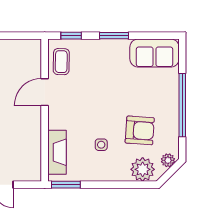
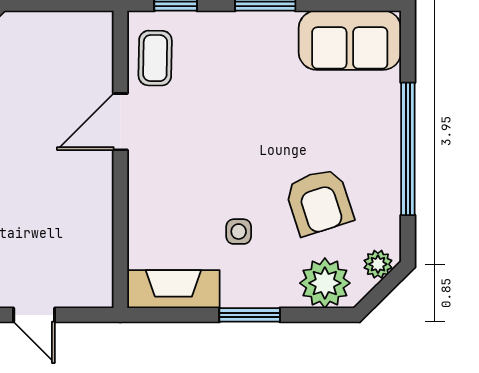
armchair: (140, 130) -> (319, 202), turned 68
fireplace: (57, 152) -> (173, 289), moved, turned -90
window: (66, 185) -> (250, 315), moved

